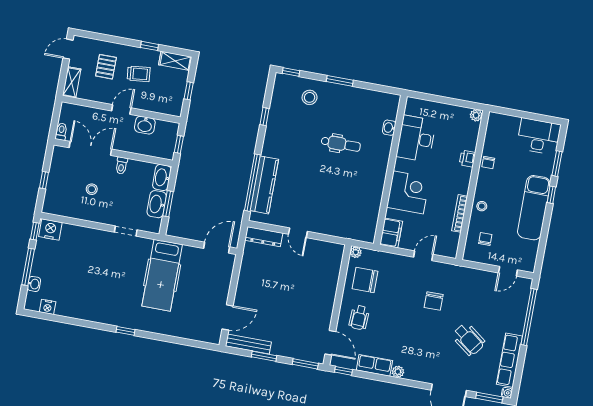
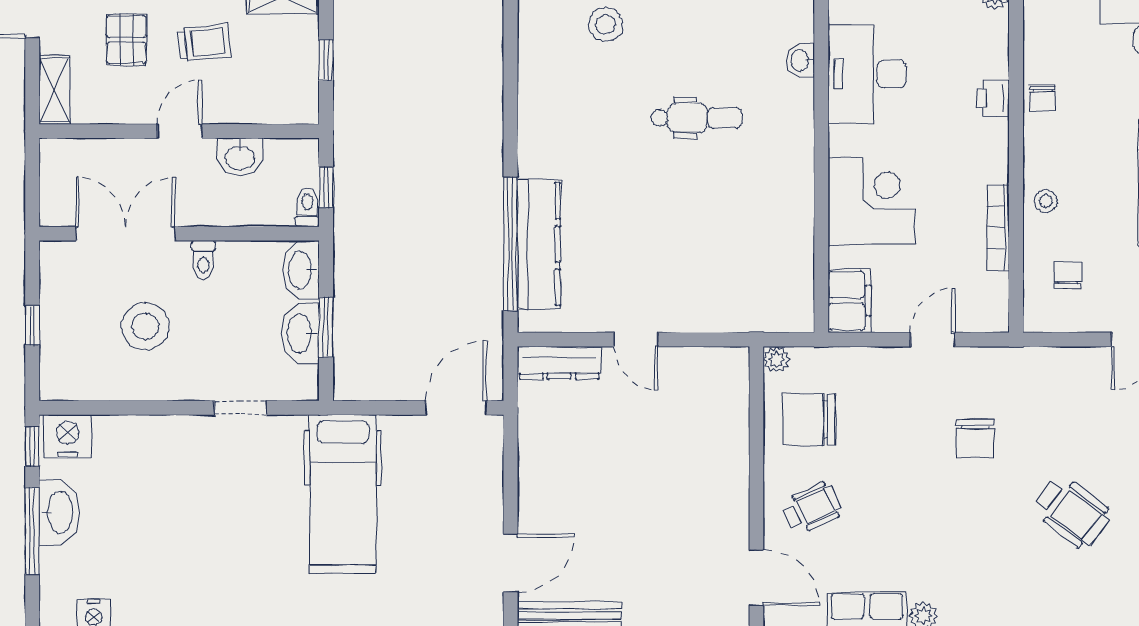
window: (264, 117) -> (510, 87), removed
toilet: (61, 132) -> (307, 207), moved
stool: (92, 189) -> (145, 326), width x1.89, depth x1.89
washbasin: (34, 284) -> (59, 512), moved, width x1.91, depth x1.45
wheelchair: (359, 318) -> (812, 508), turned -118

